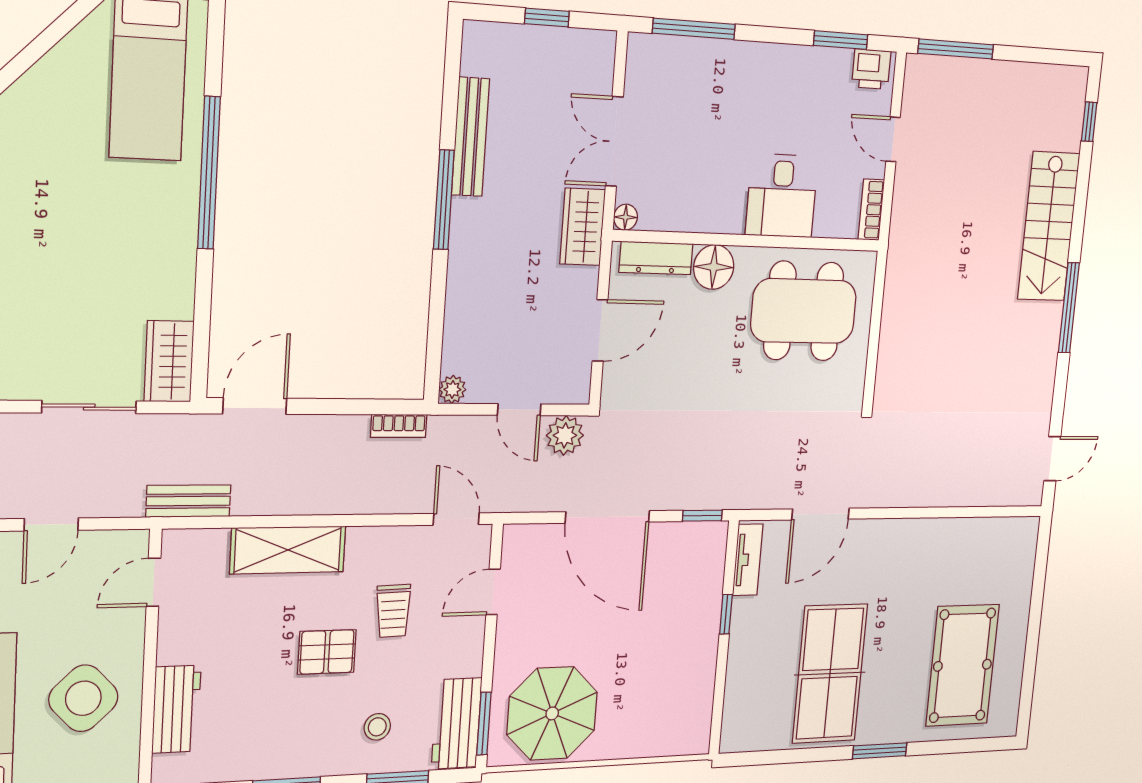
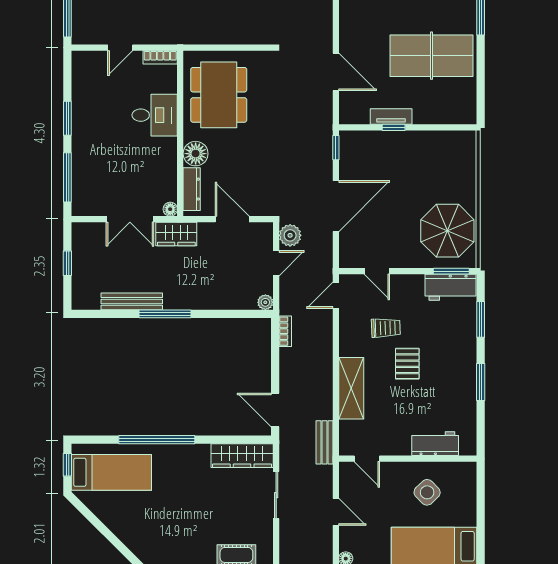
window: (841, 40) -> (67, 118), moved
printer: (871, 69) -> (82, 66), removed
wardrobe: (169, 361) -> (242, 456), width x1.50
tv unit: (748, 560) -> (391, 116), moved
side table: (83, 698) -> (427, 492), width x0.73, depth x0.73
stool: (377, 727) -> (450, 333), removed

